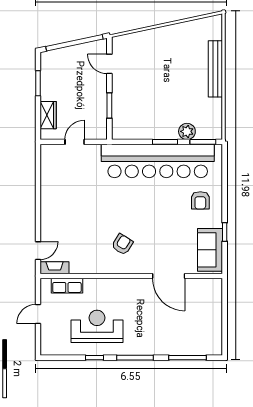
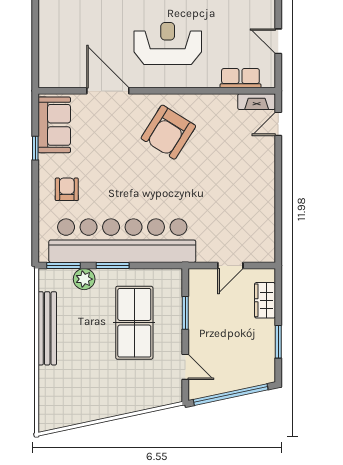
bench: (215, 69) -> (47, 328), moved
table tennis table: (148, 98) -> (134, 323), added
armchair: (122, 244) -> (168, 132), width x1.88, depth x1.88
door: (38, 314) -> (278, 41), swing flipped
reception desk: (97, 326) -> (168, 44), moved, turned 180

